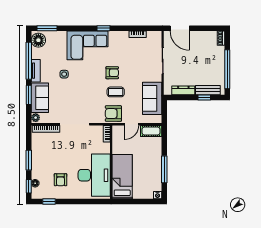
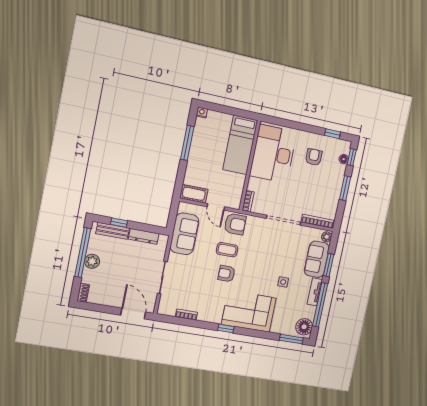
plant: (219, 64) -> (92, 261), added
door: (132, 124) -> (216, 207), swing flipped

